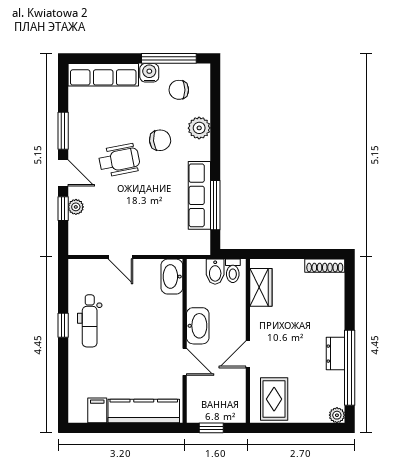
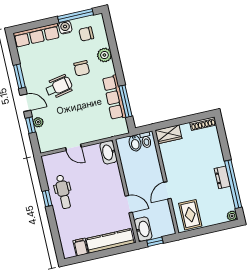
chair: (160, 140) -> (82, 68), turned 95
wardrobe: (261, 287) -> (168, 134), moved, turned 90
washbasin: (198, 326) -> (143, 229), moved

